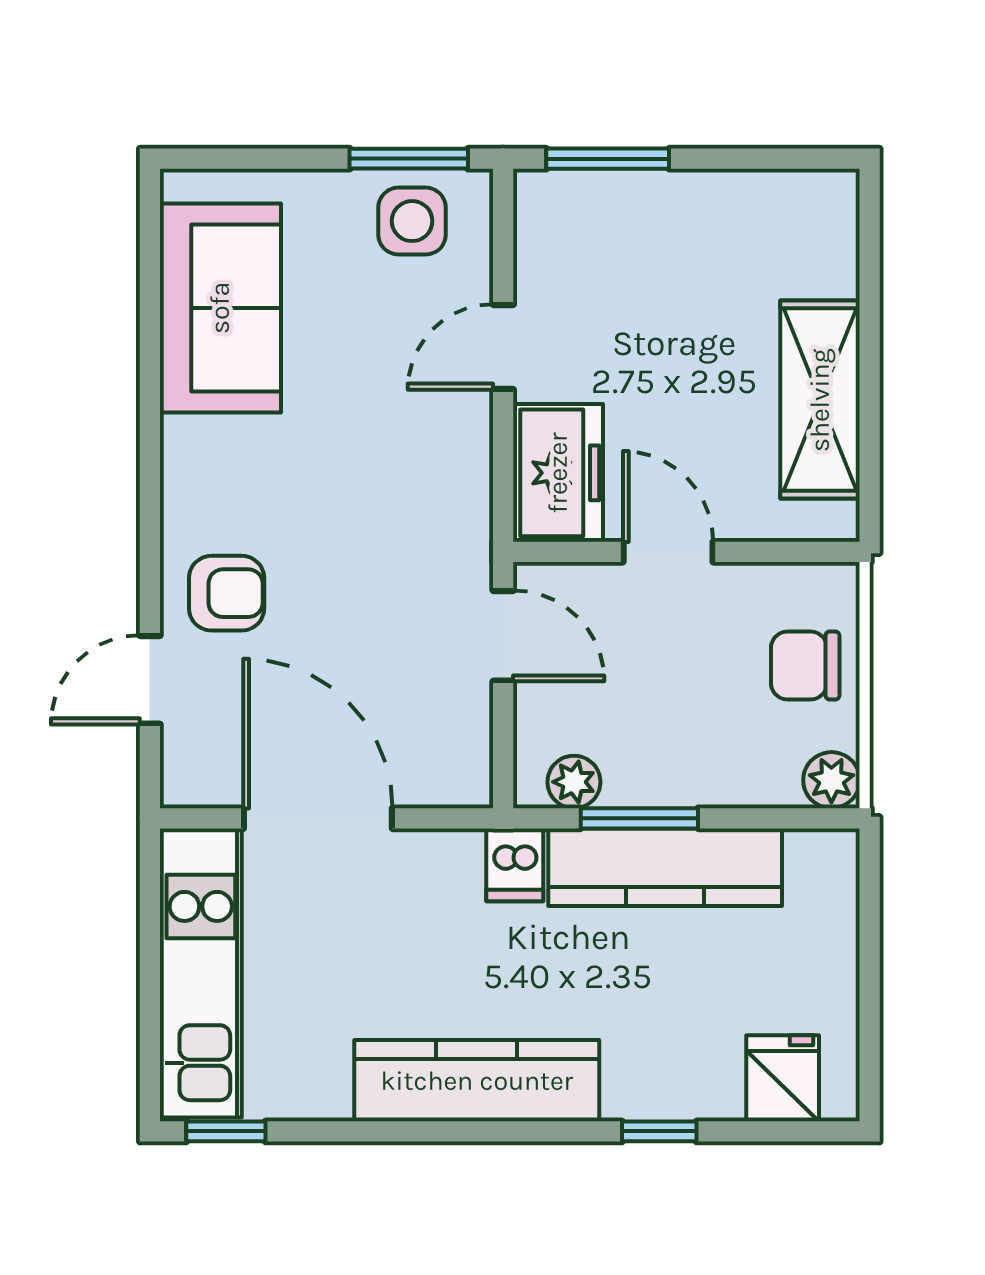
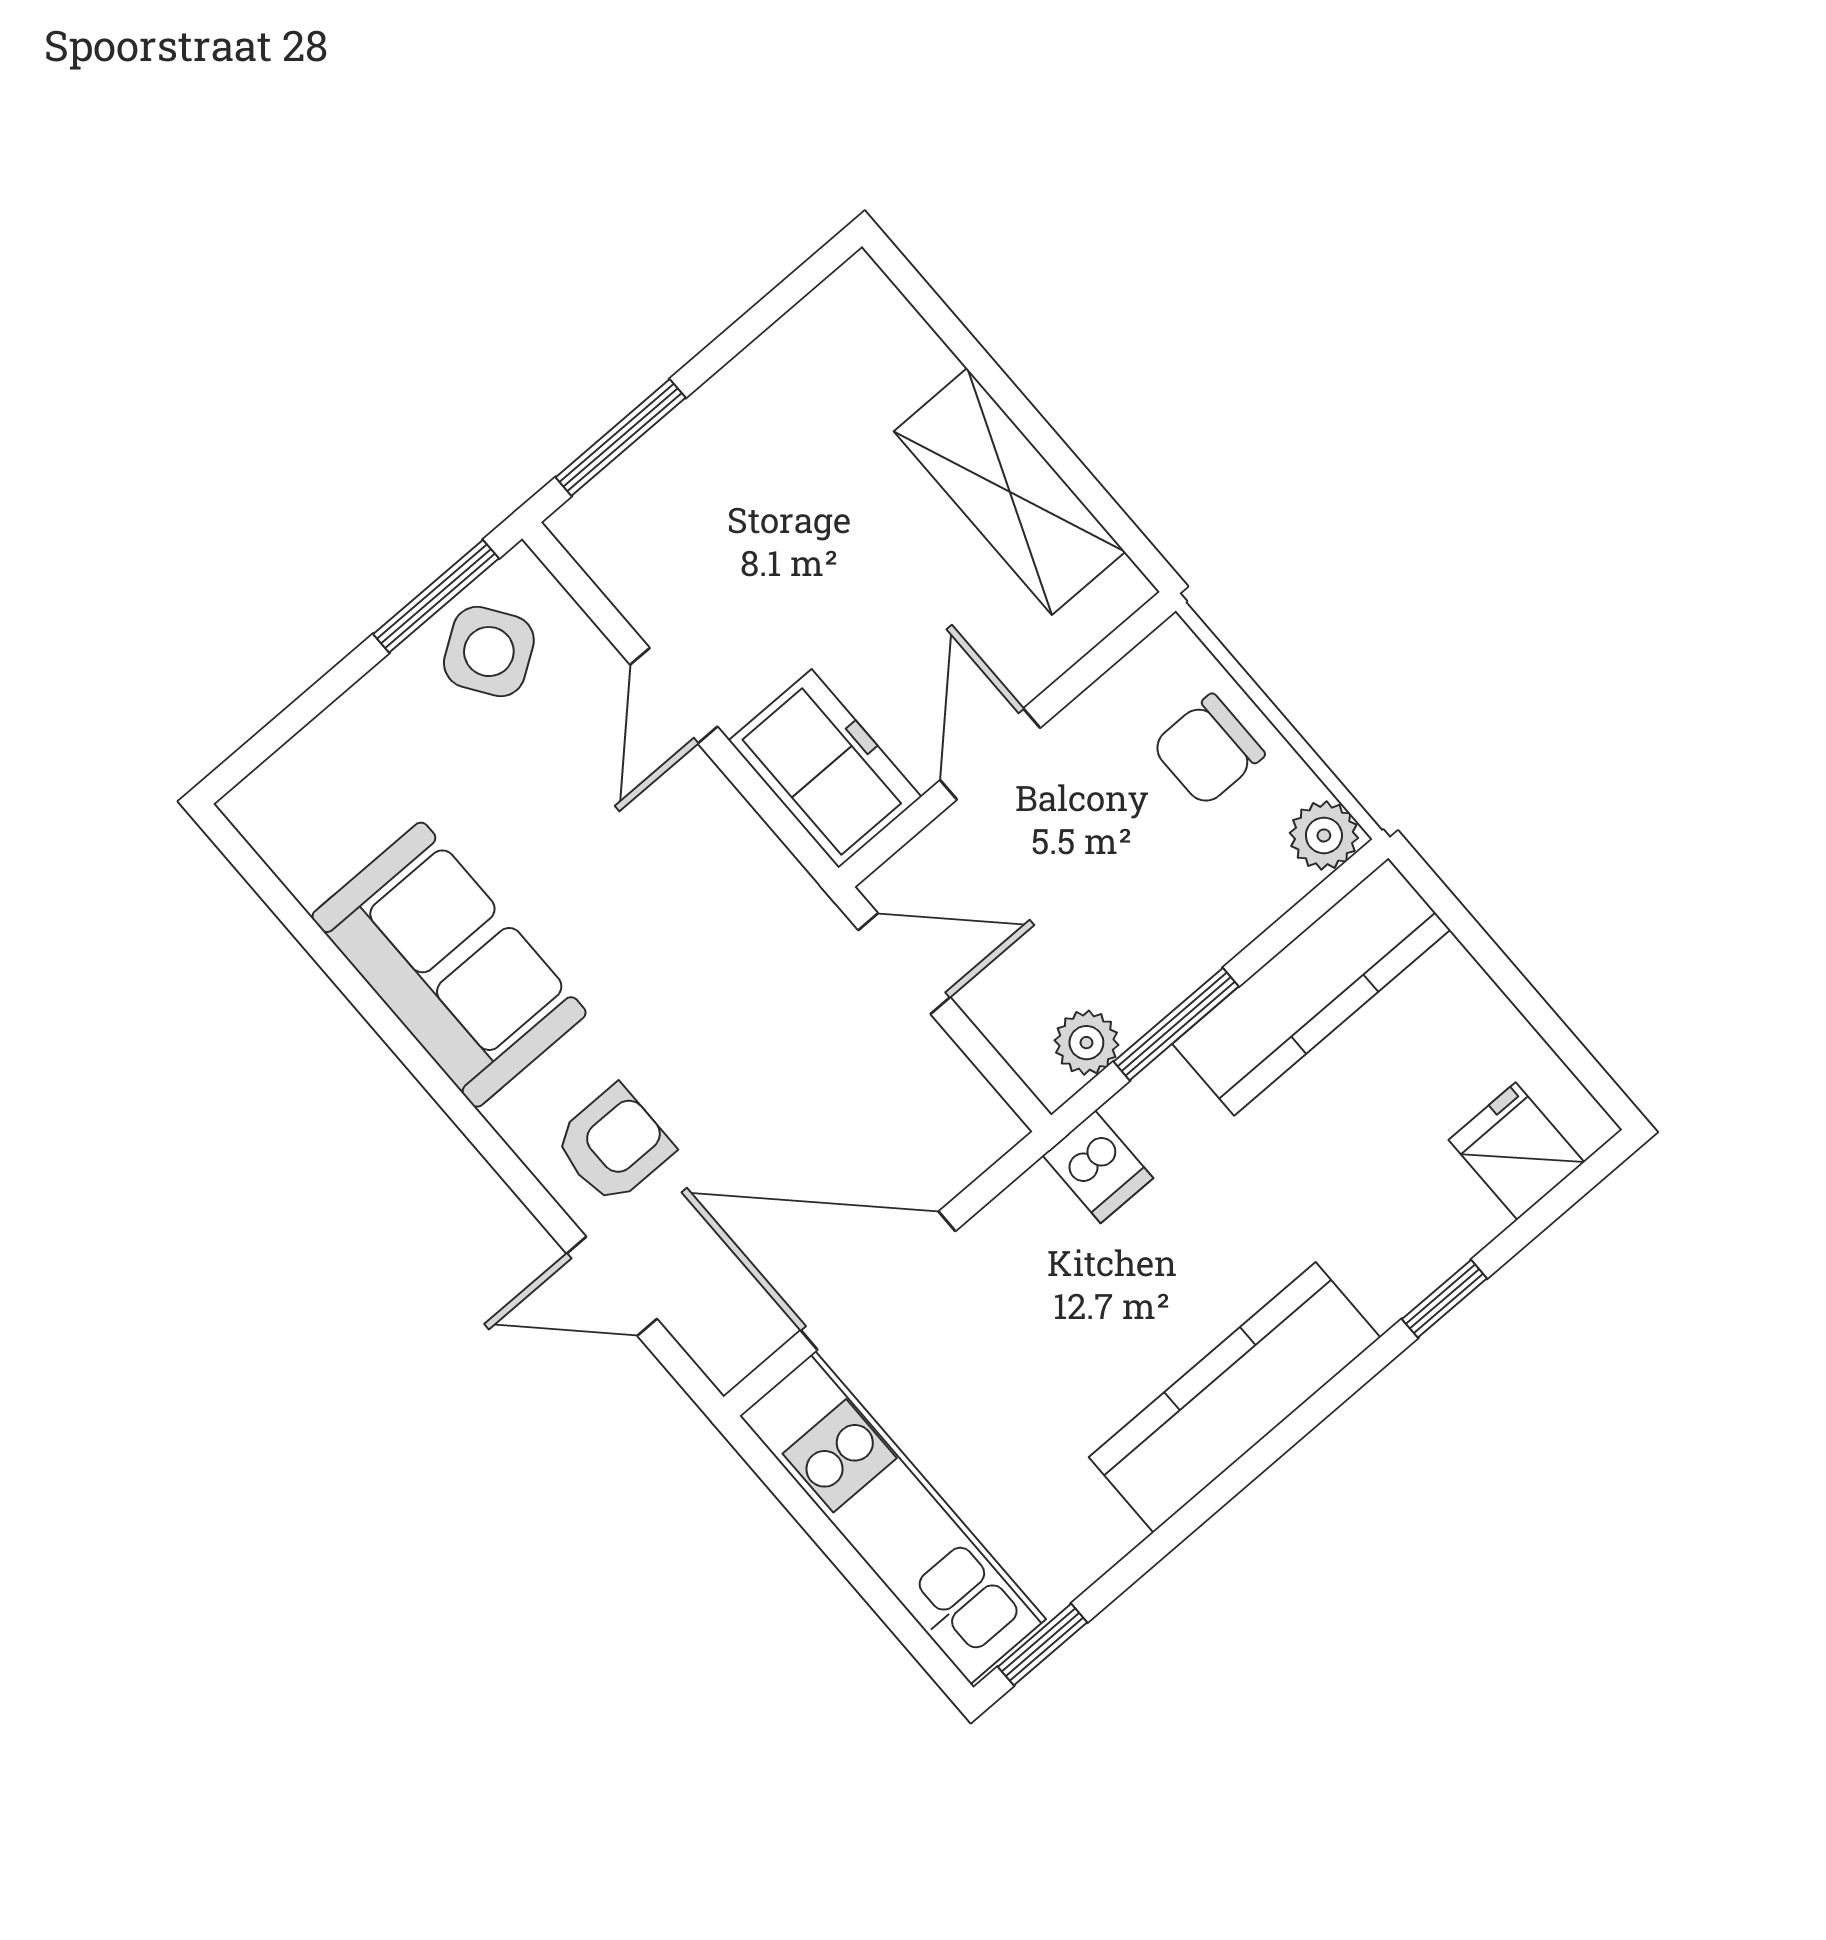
side table: (412, 221) -> (489, 652), turned -34
sofa: (220, 308) -> (449, 965), moved
door: (668, 552) -> (990, 754), hinge flipped
door: (150, 680) -> (612, 1286), hinge flipped
kitchen counter: (665, 867) -> (1311, 987), moved

